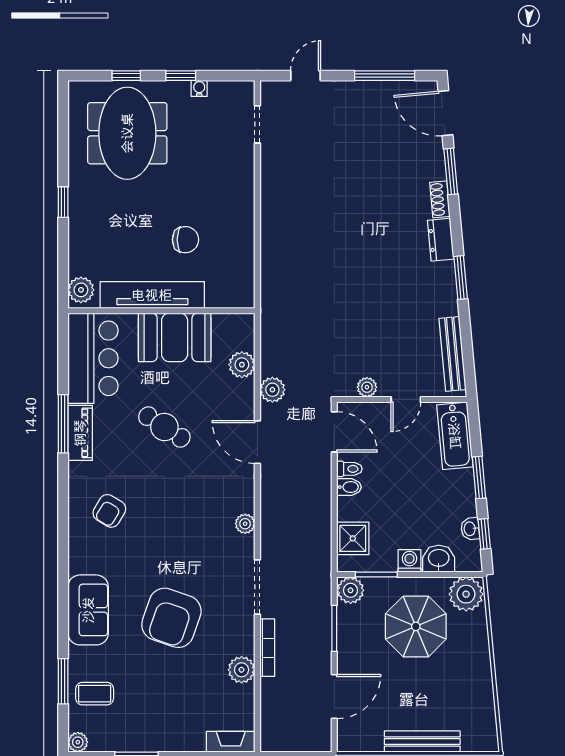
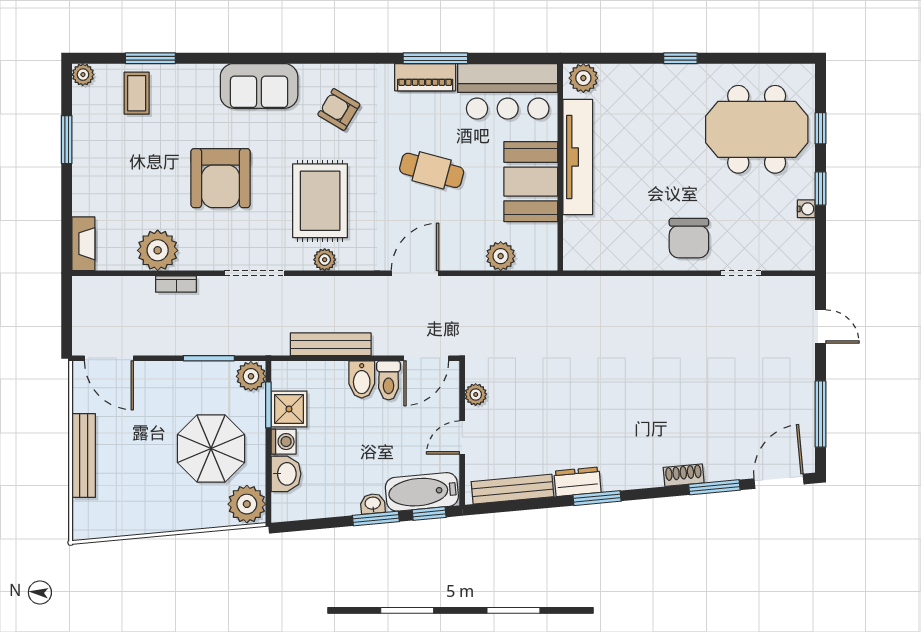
doorway: (257, 124) -> (741, 273), moved
chair: (185, 240) -> (689, 238), moved, width x1.37, depth x1.37
dresser: (441, 240) -> (577, 482), moved
plant: (272, 390) -> (473, 290), removed
door: (406, 399) -> (462, 438), hinge flipped
cafe table: (164, 427) -> (432, 170), turned 72
toilet: (349, 469) -> (389, 380), width x1.37, depth x1.39
bidet: (349, 487) -> (362, 379), width x1.38, depth x1.36
bench: (322, 518) -> (331, 344), added
rug: (192, 528) -> (320, 201), added
washbasin: (470, 529) -> (373, 504), moved
window: (484, 534) -> (429, 514), moved
shower: (353, 538) -> (289, 409), moved
sofa: (88, 610) -> (259, 86), moved
armchair: (171, 618) -> (221, 178), turned -109
bookcase: (267, 648) -> (176, 284), width x0.64
plant: (242, 670) -> (158, 250), width x1.36, depth x1.36
door: (334, 697) -> (109, 358), moved

